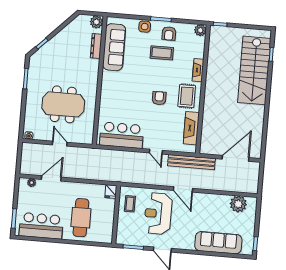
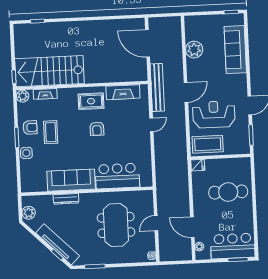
plant: (96, 22) -> (29, 213), moved
tv unit: (52, 45) -> (58, 244), added
dresser: (96, 46) -> (66, 199), moved
sofa: (114, 47) -> (71, 180), moved
fireplace: (198, 70) -> (45, 94), moved
stairs: (254, 70) -> (49, 71), moved, turned 180
armchair: (159, 98) -> (97, 129), turned -90
bar counter: (122, 135) -> (117, 176), moved, turned 90
coffee table: (130, 204) -> (208, 144), width x1.86, depth x1.72
plant: (238, 204) -> (194, 50), moved
reception desk: (158, 214) -> (214, 114), turned 180
bar counter: (41, 226) -> (233, 246), moved, turned 90

